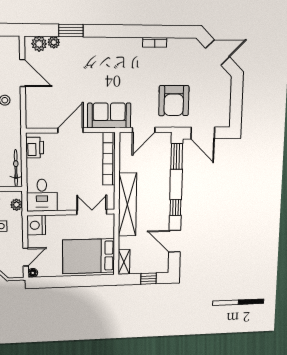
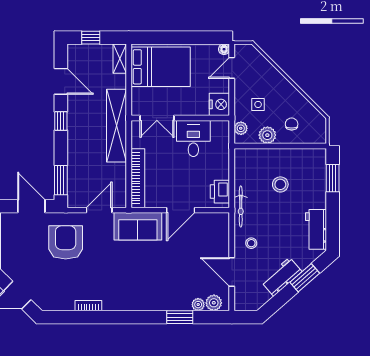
bicycle: (16, 168) -> (241, 206), moved
desk: (42, 195) -> (193, 138), moved

